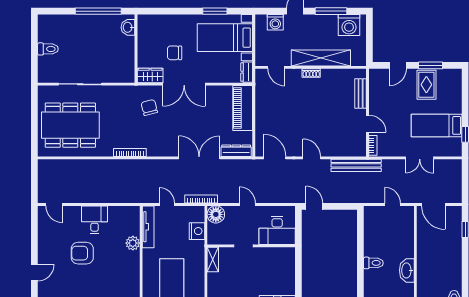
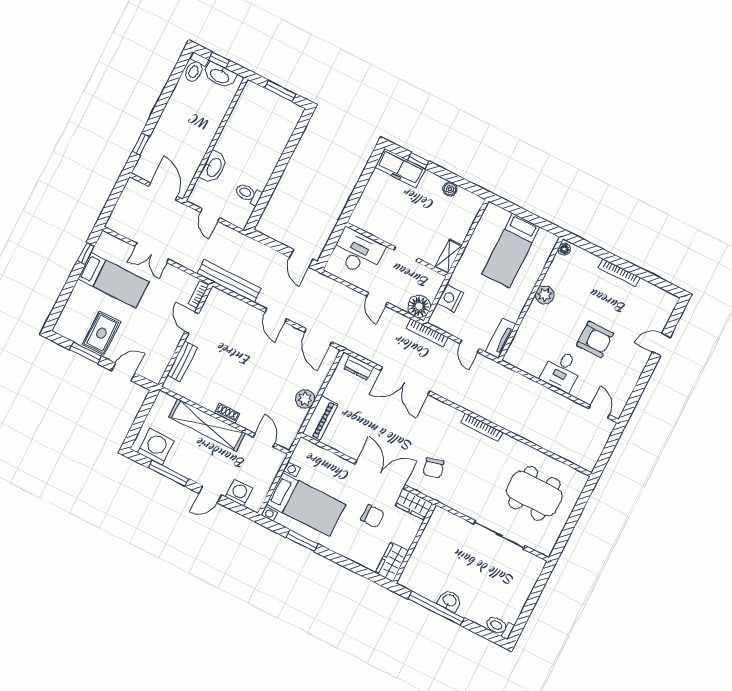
washbasin: (128, 27) -> (449, 601), moved, turned -90
wardrobe: (145, 28) -> (392, 562), added
toilet: (48, 49) -> (499, 627), moved
dresser: (247, 72) -> (301, 452), removed
piano: (243, 108) -> (320, 419), width x0.73, depth x0.75
plant: (262, 110) -> (305, 399), added
dining table: (70, 125) -> (534, 493), width x0.73, depth x0.80
dresser: (236, 151) -> (359, 368), width x0.70
double door: (420, 158) -> (152, 253), swing flipped
tv unit: (148, 227) -> (500, 338), width x0.71
plant: (133, 243) -> (545, 295), moved
toilet: (373, 263) -> (248, 194), moved
washbasin: (407, 270) -> (214, 167), moved

